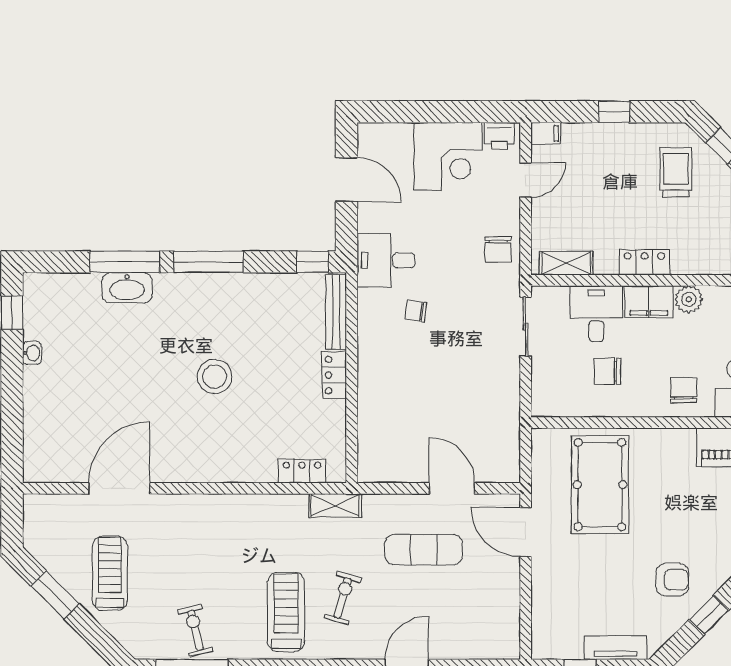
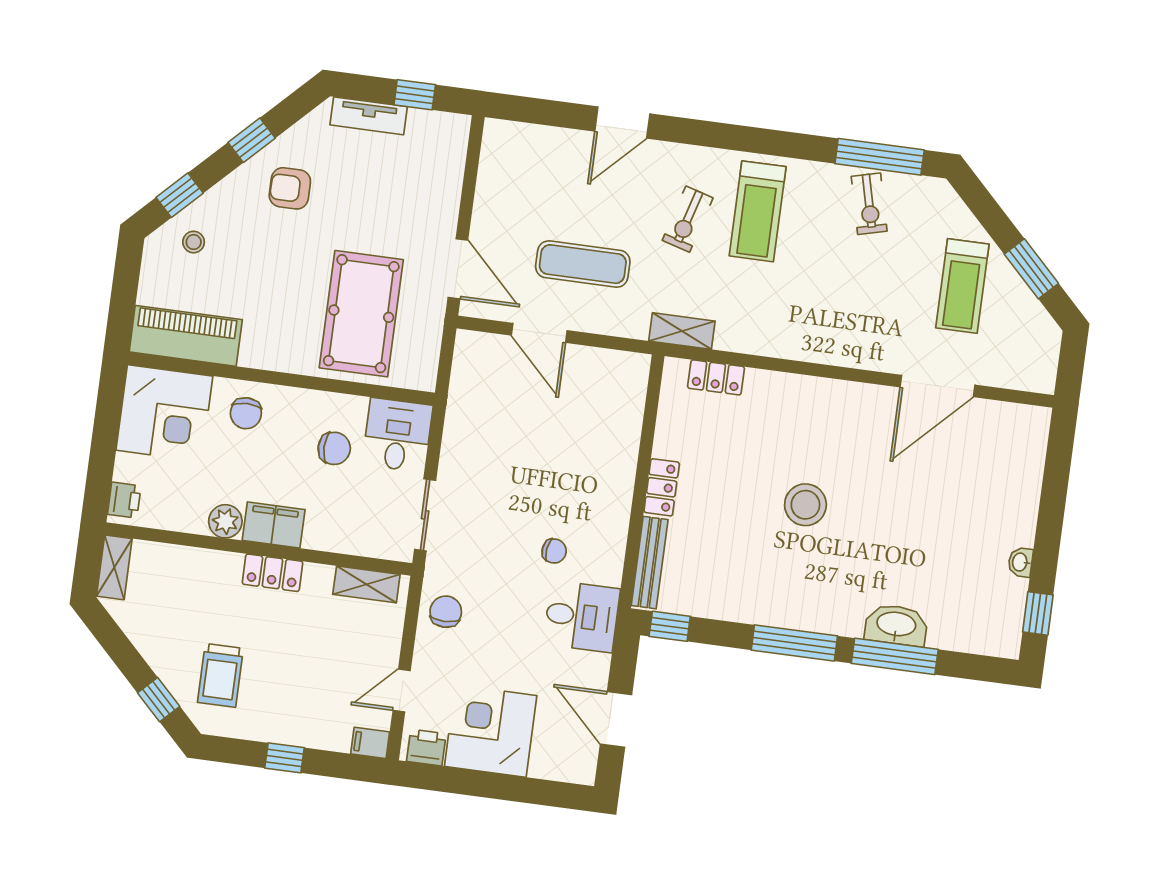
desk: (596, 314) -> (397, 435), moved, turned 180

